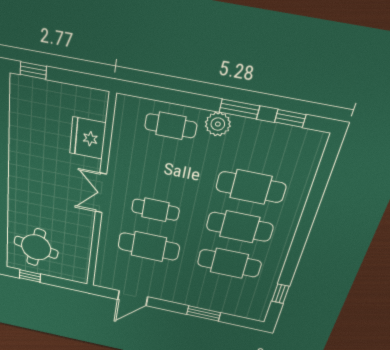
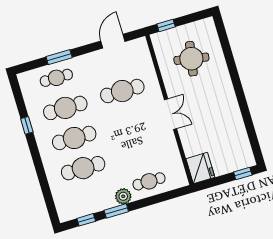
fridge: (88, 138) -> (200, 168), moved
cafe table: (155, 210) -> (56, 78), moved
round table: (36, 247) -> (191, 59), moved
window: (30, 276) -> (166, 25), moved
window: (280, 294) -> (27, 125), moved

